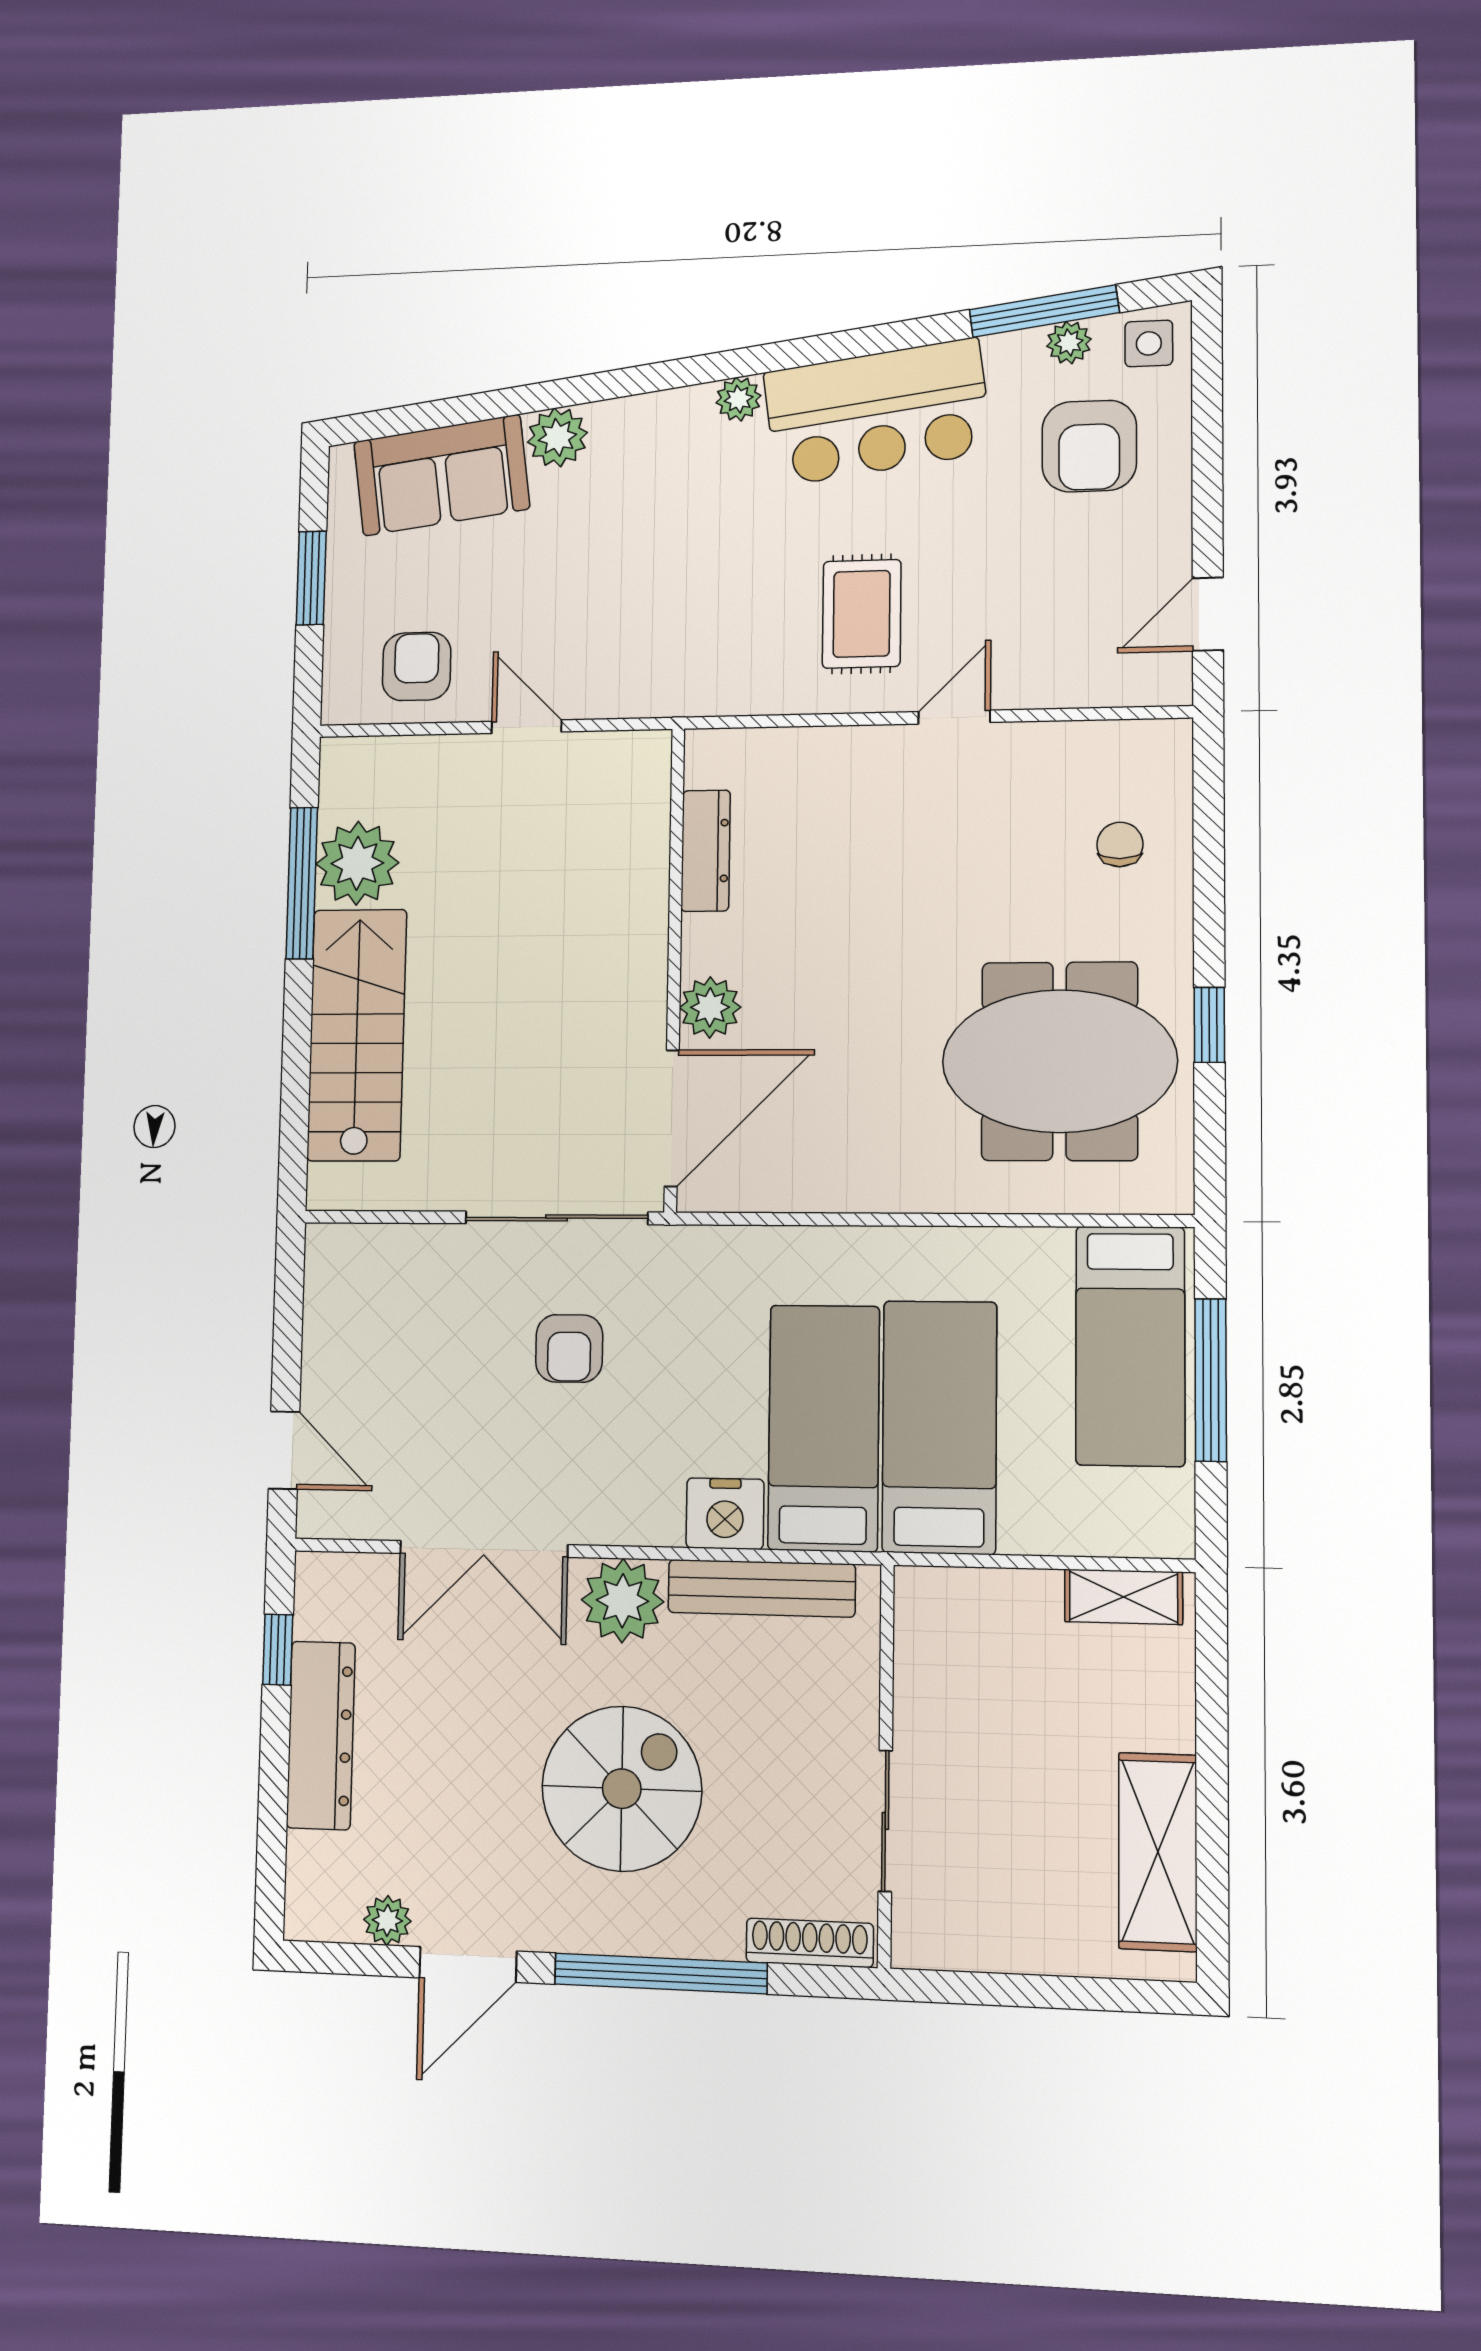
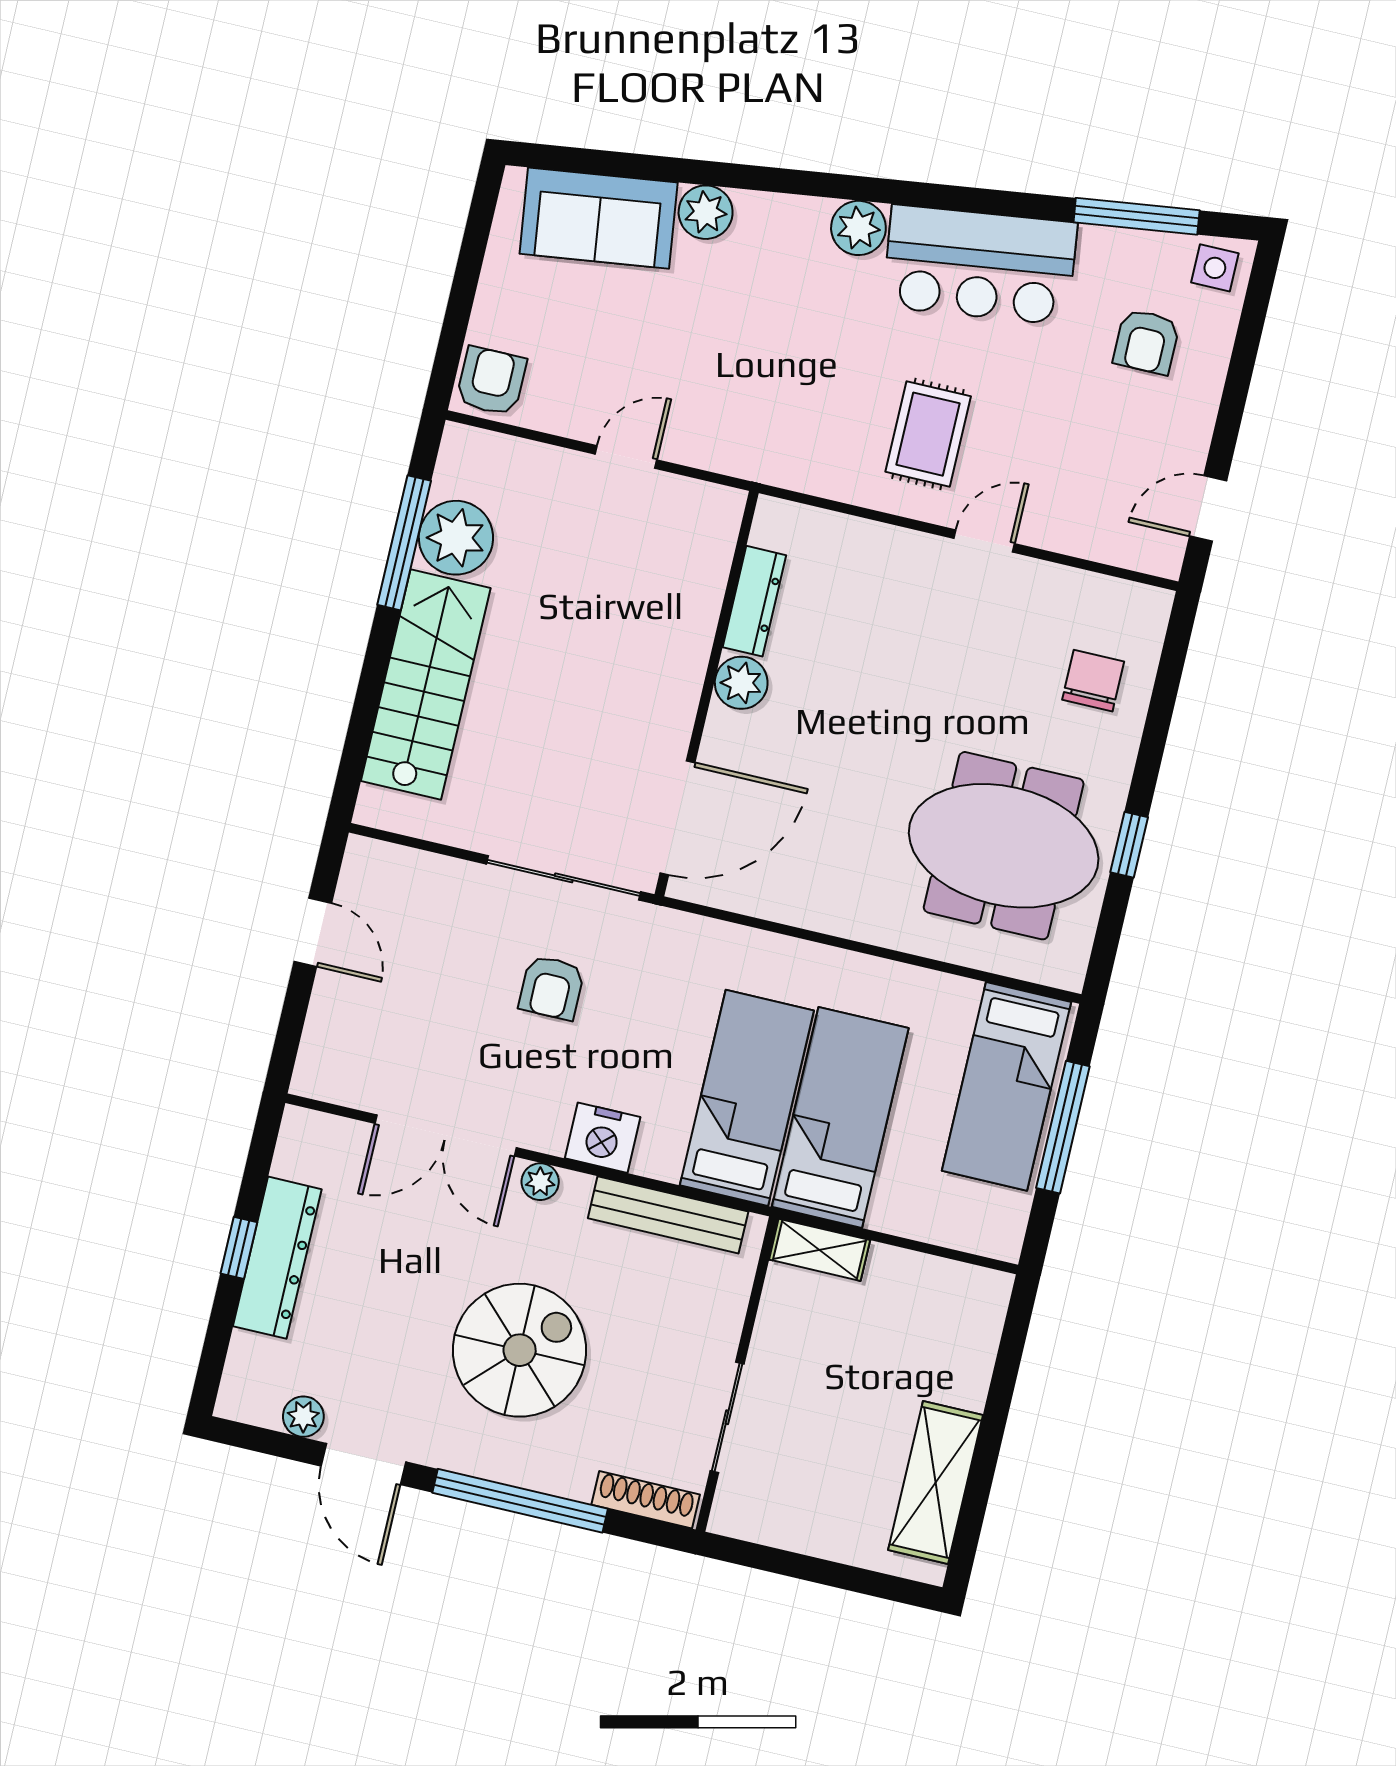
plant: (1069, 343) -> (1150, 249), removed
plant: (739, 399) -> (858, 228), width x1.38, depth x1.38
armchair: (1089, 446) -> (1146, 342), width x0.72, depth x0.72
window: (311, 578) -> (466, 278), removed
armchair: (417, 666) -> (491, 381), moved
door: (527, 727) -> (626, 457), hinge flipped
chair: (1120, 844) -> (1093, 681), width x1.37, depth x1.37
plant: (710, 1007) -> (741, 683), moved
door: (284, 1450) -> (313, 932), moved
nightstand: (725, 1514) -> (603, 1138), moved
shelving: (1124, 1597) -> (820, 1250), moved
plant: (623, 1601) -> (540, 1182), width x0.53, depth x0.53
window: (278, 1650) -> (239, 1248), moved
door: (468, 1964) -> (363, 1464), hinge flipped

